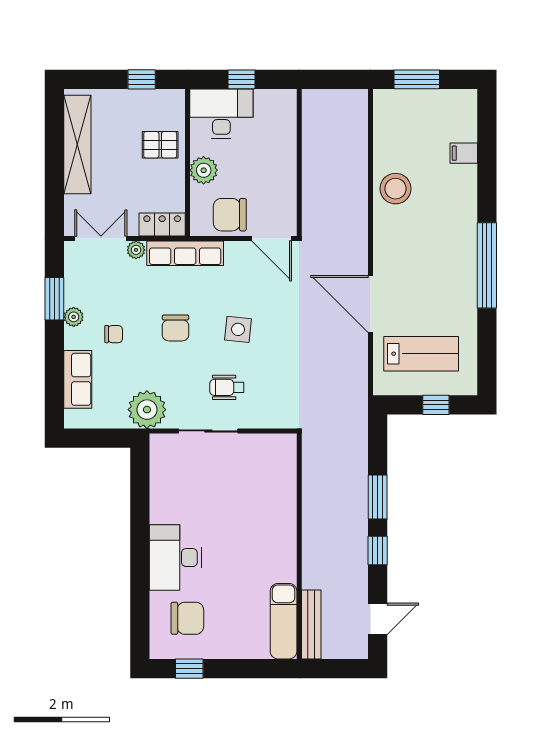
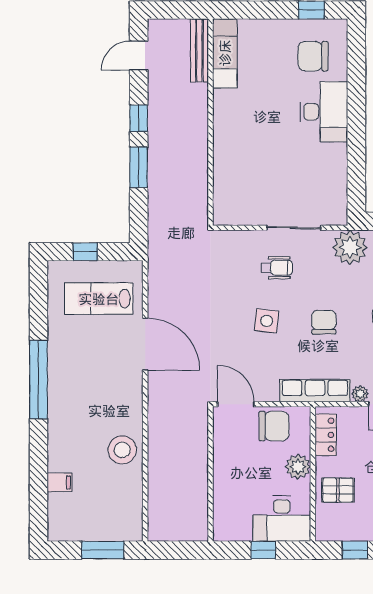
locker: (162, 225) -> (326, 435), moved, turned -90

